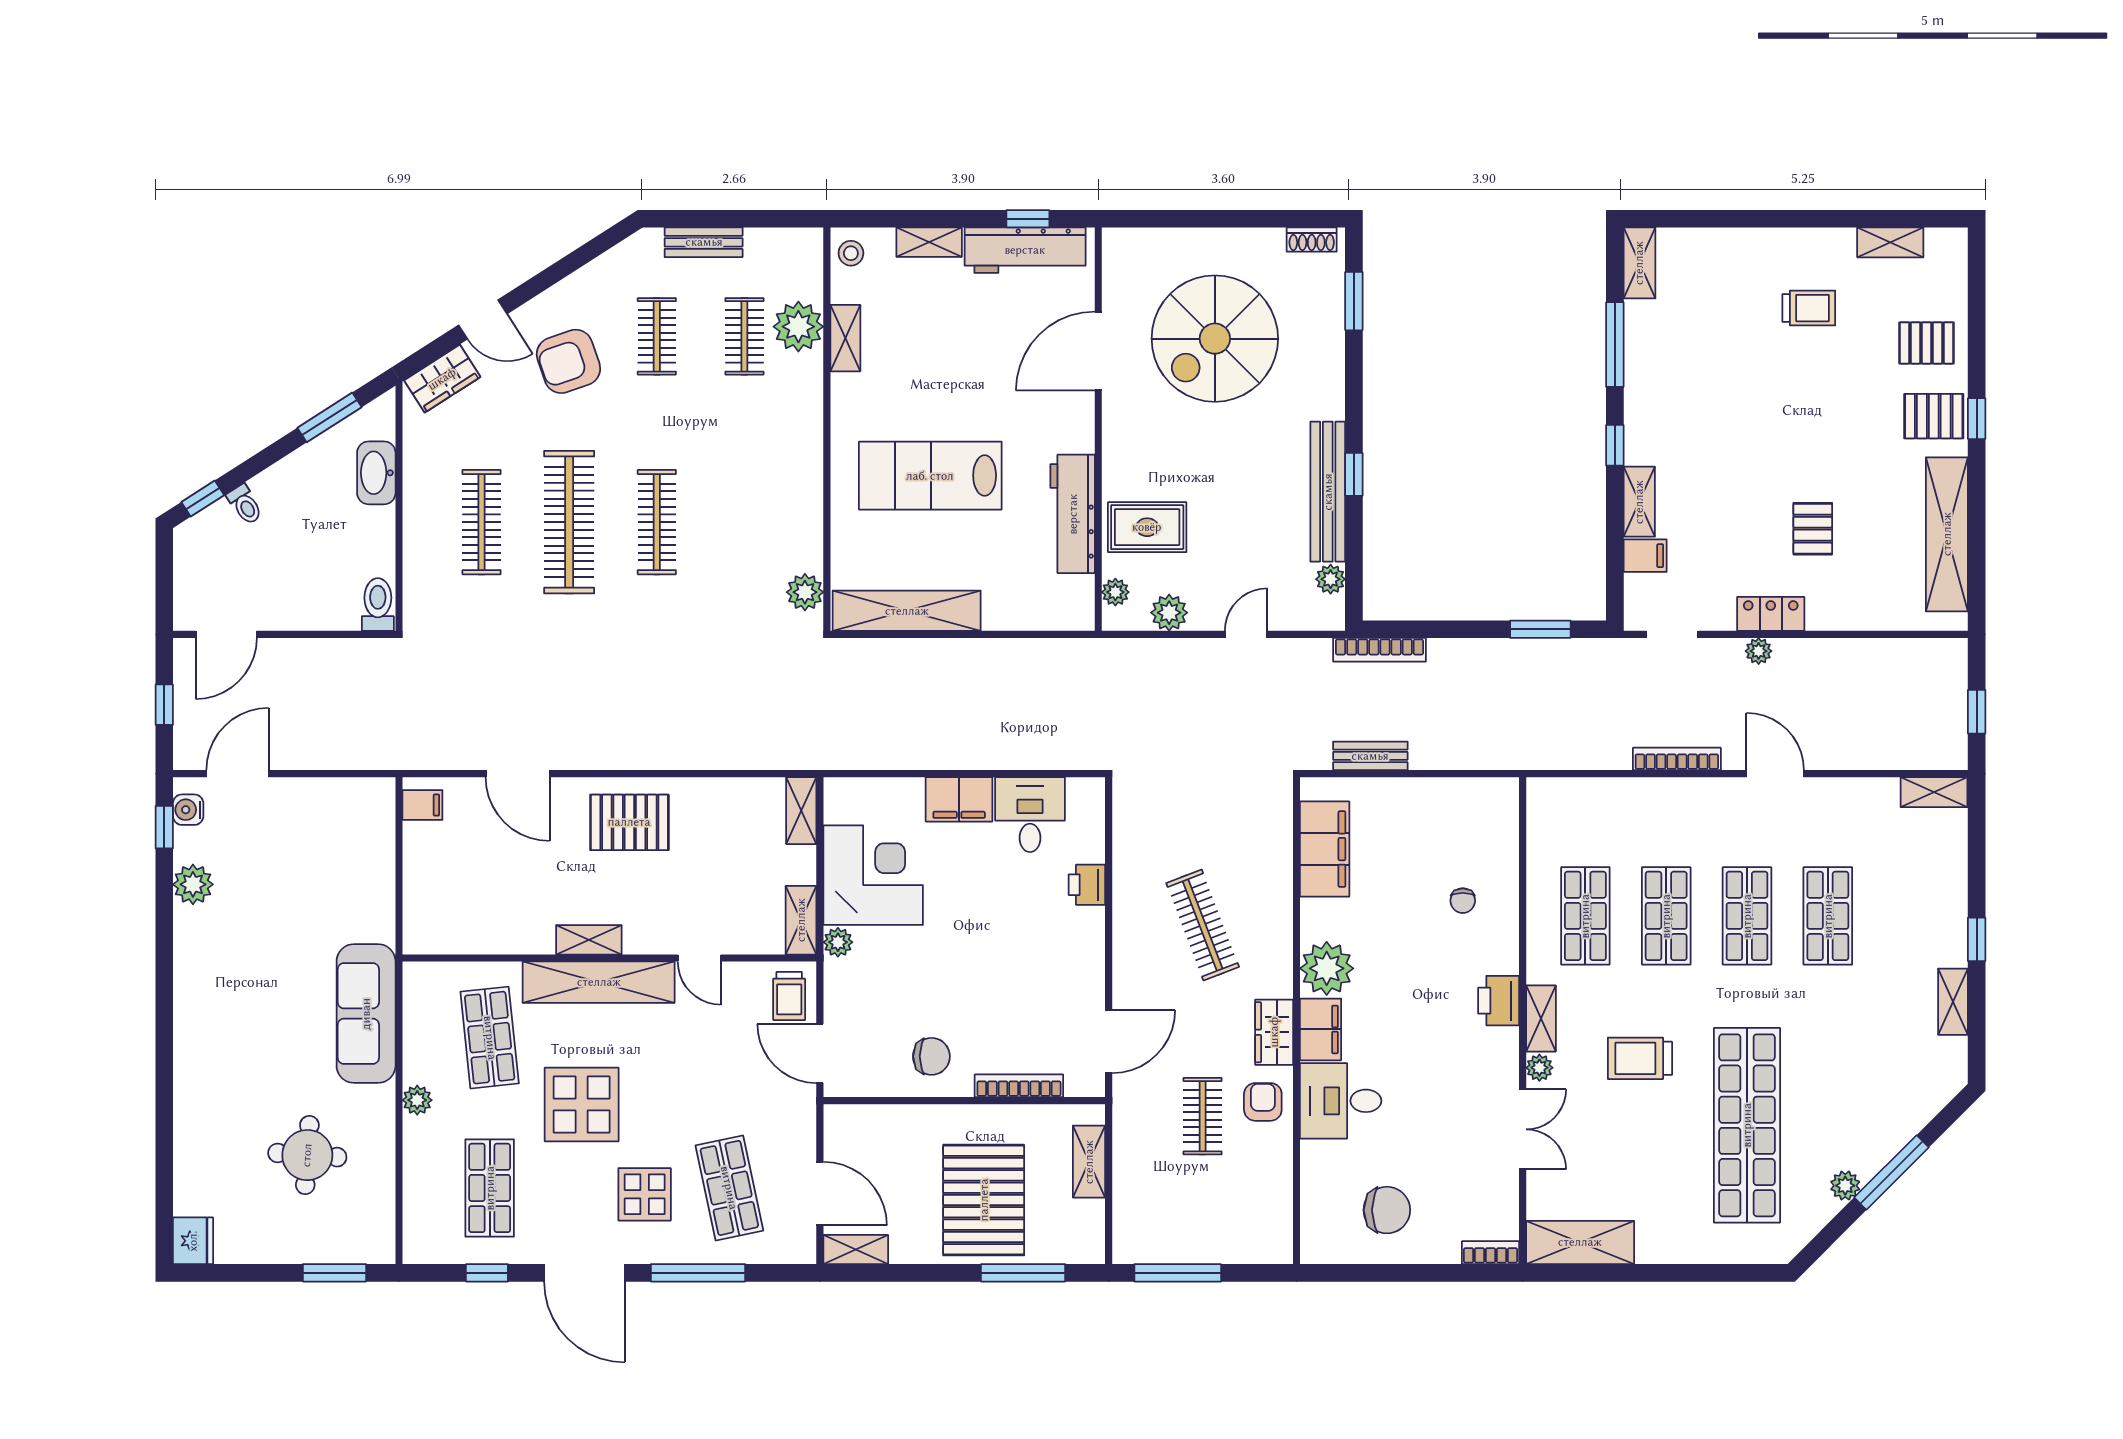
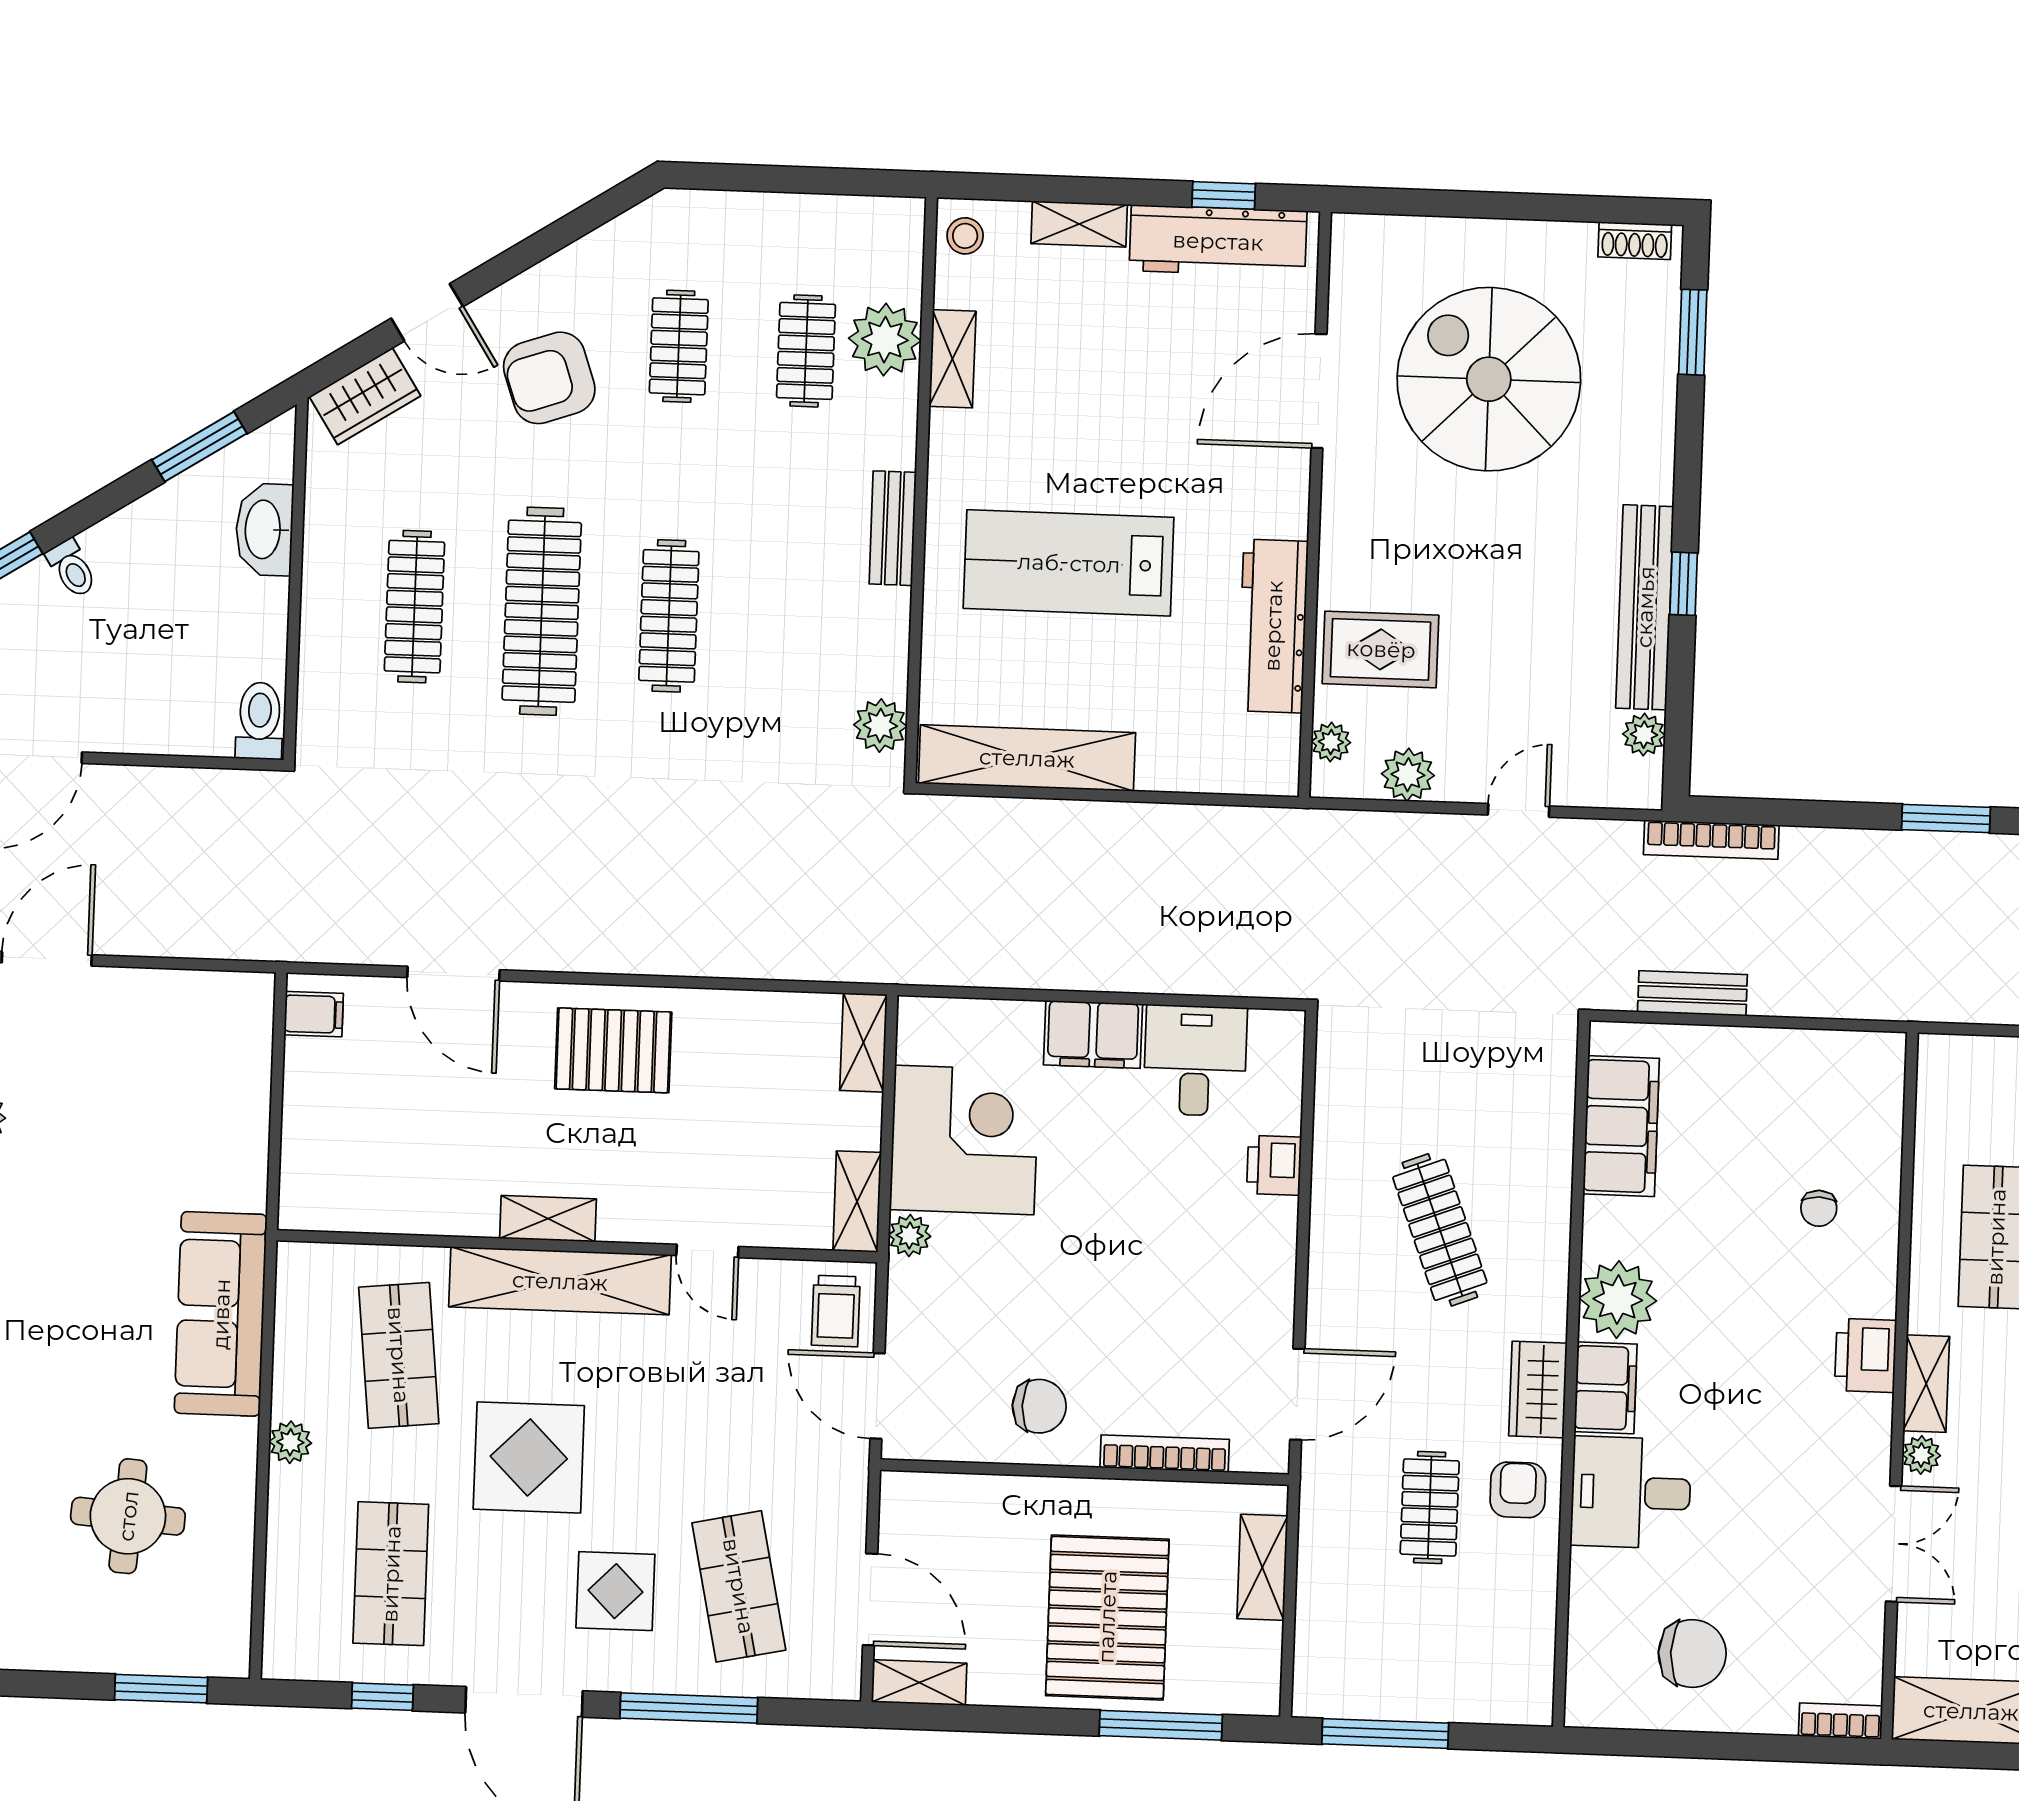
bench: (704, 242) -> (893, 528), moved, turned 90
spiral stairs: (1215, 339) -> (1489, 379), turned 90

